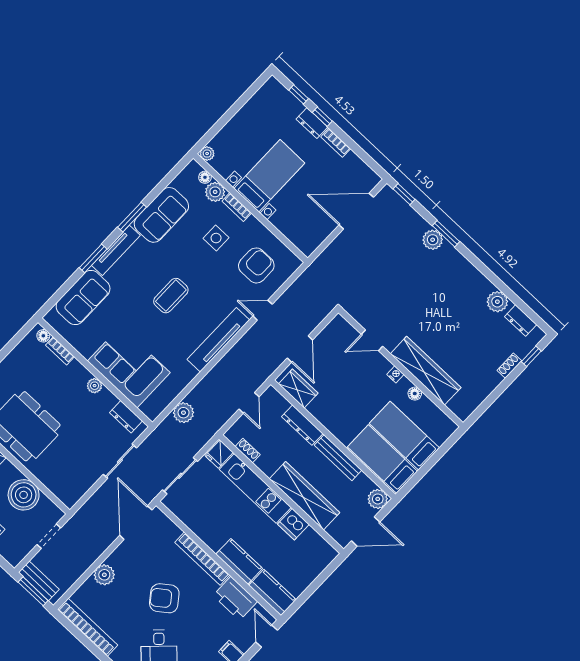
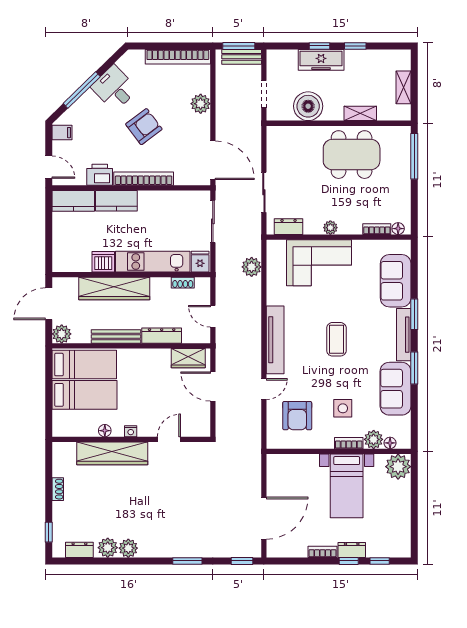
plant: (207, 154) -> (398, 467), width x1.88, depth x1.88
plant: (433, 240) -> (128, 548), moved
shoe rack: (509, 366) -> (58, 489), moved
printer: (235, 598) -> (100, 175), width x0.73, depth x0.84

